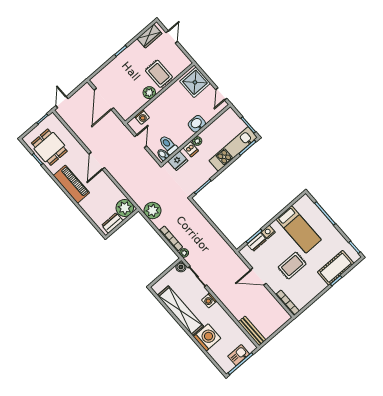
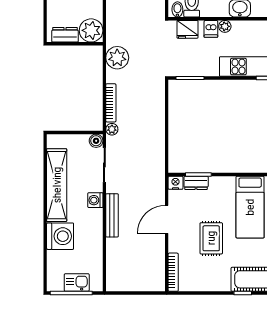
nightstand: (268, 232) -> (176, 183), moved
rug: (292, 266) -> (211, 238), turned 90
door: (258, 277) -> (167, 219), hinge flipped
bench: (252, 331) -> (112, 215), moved

